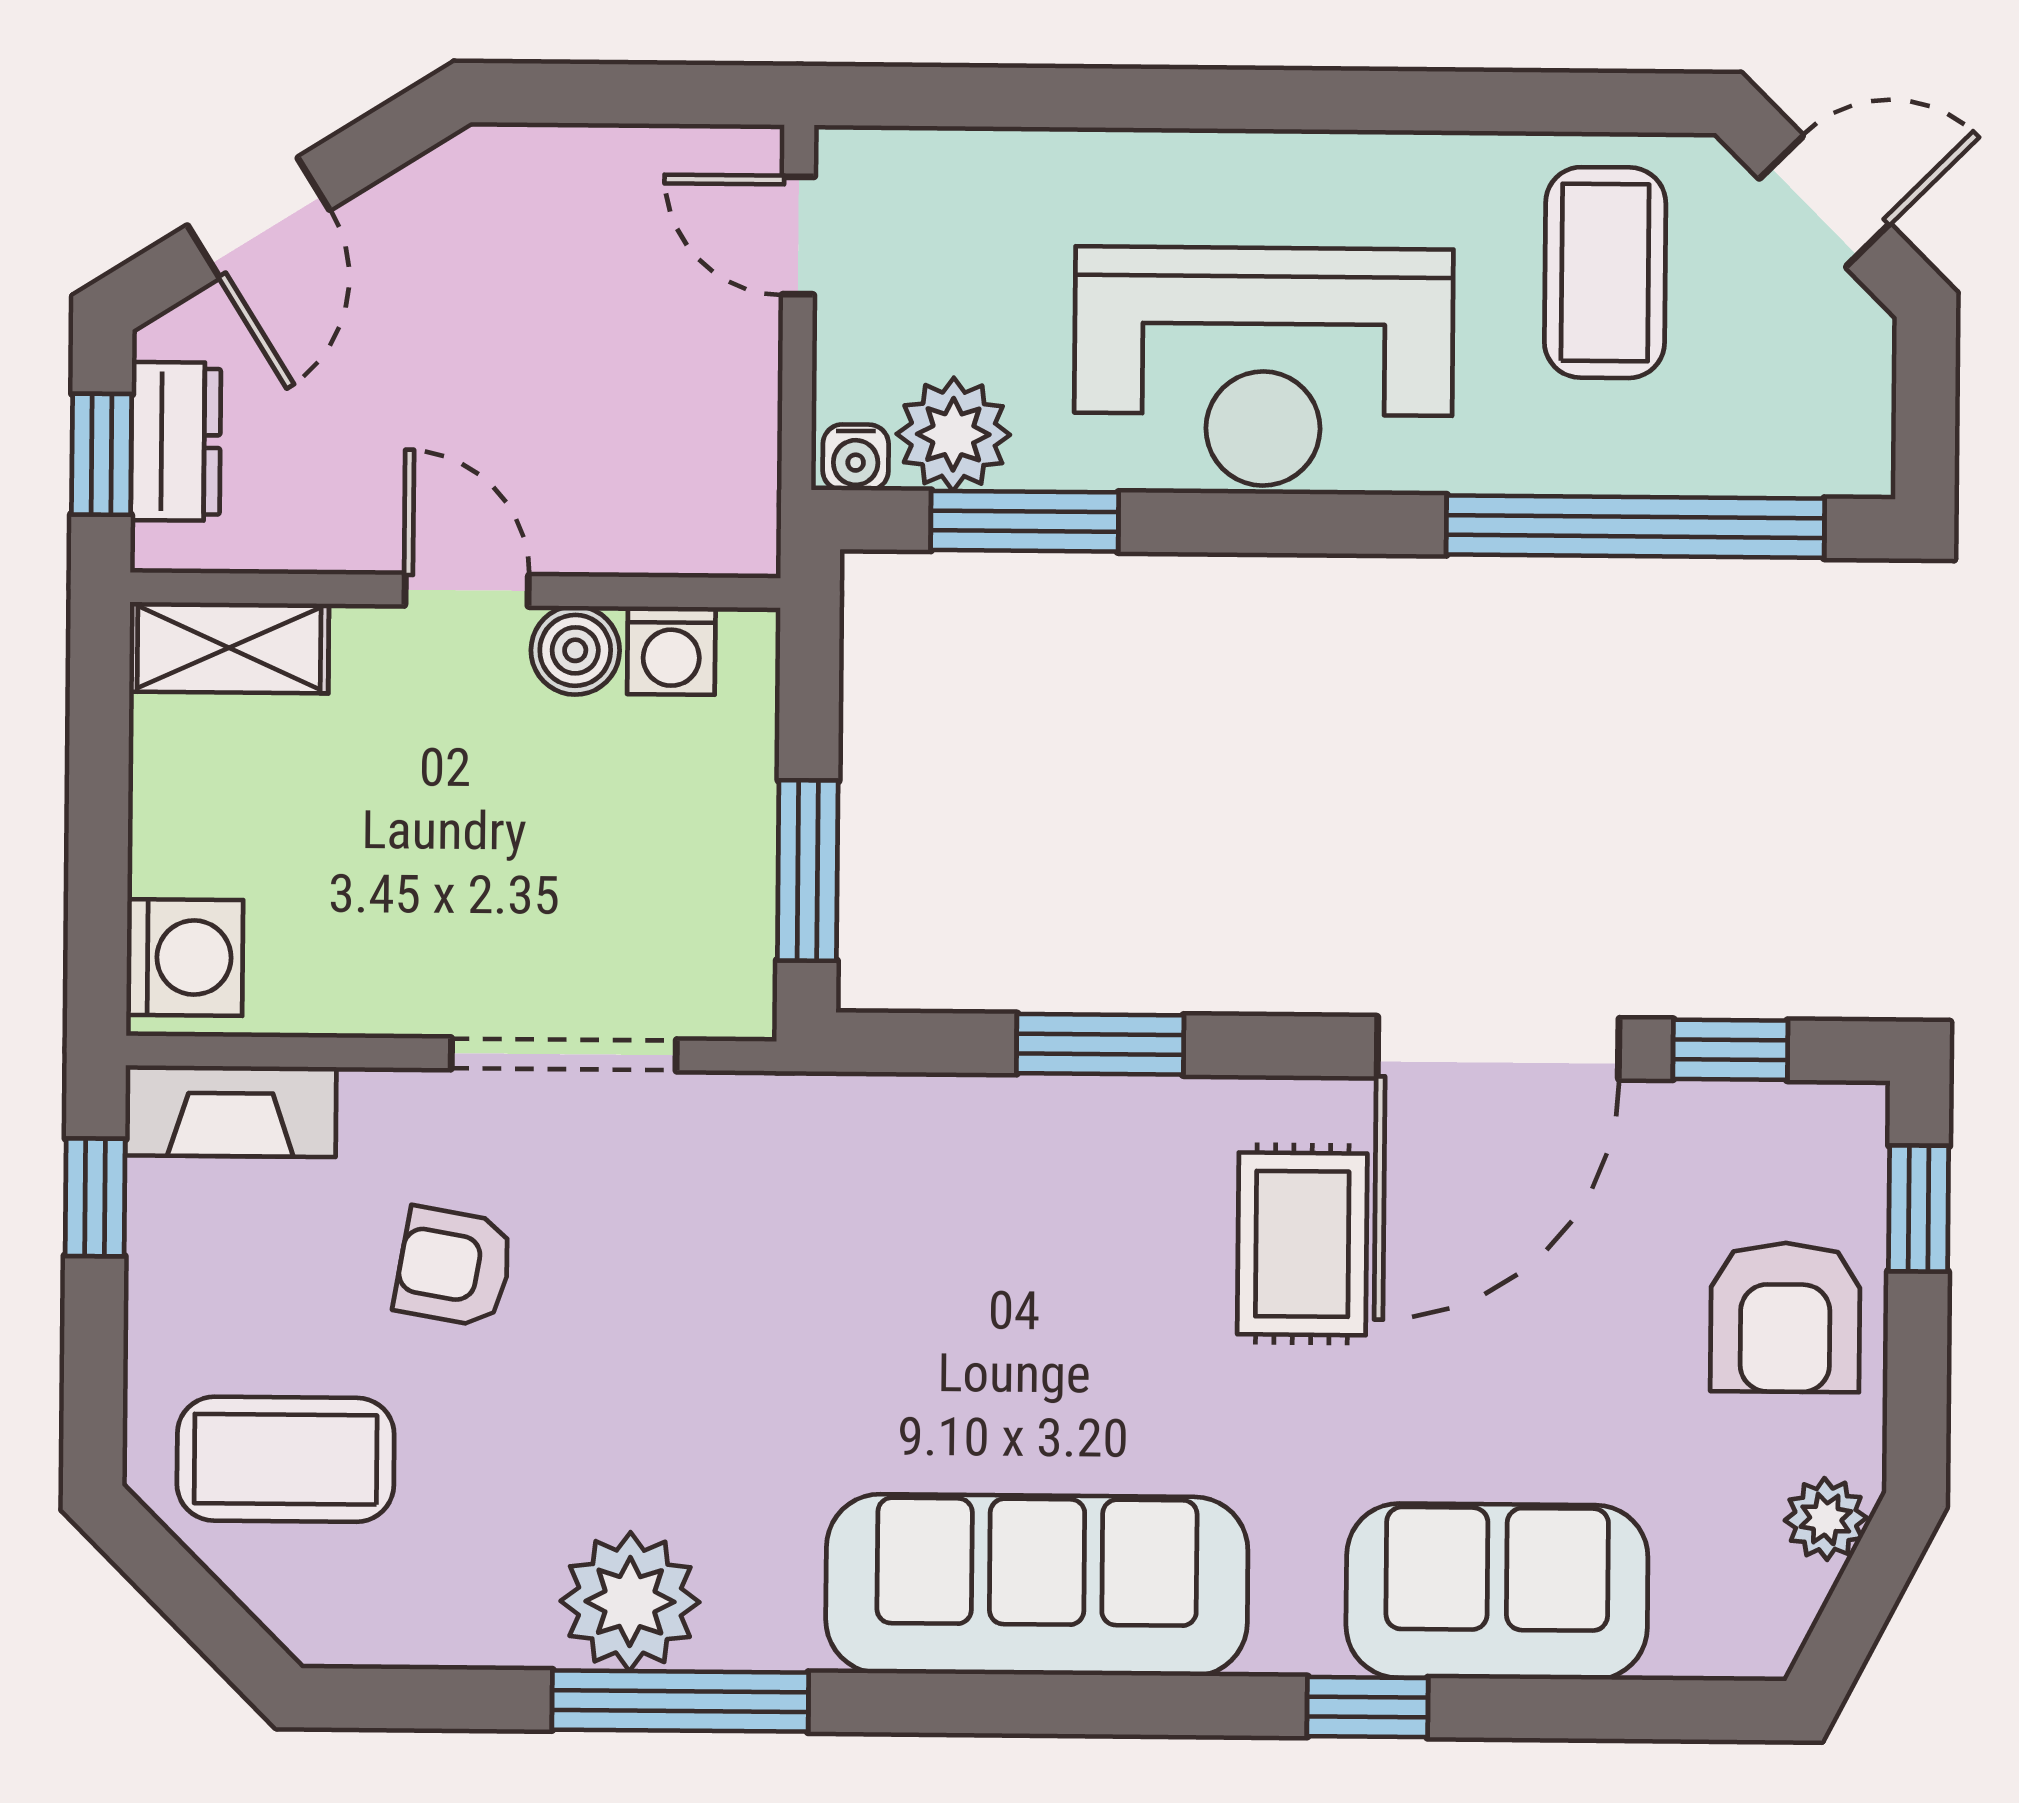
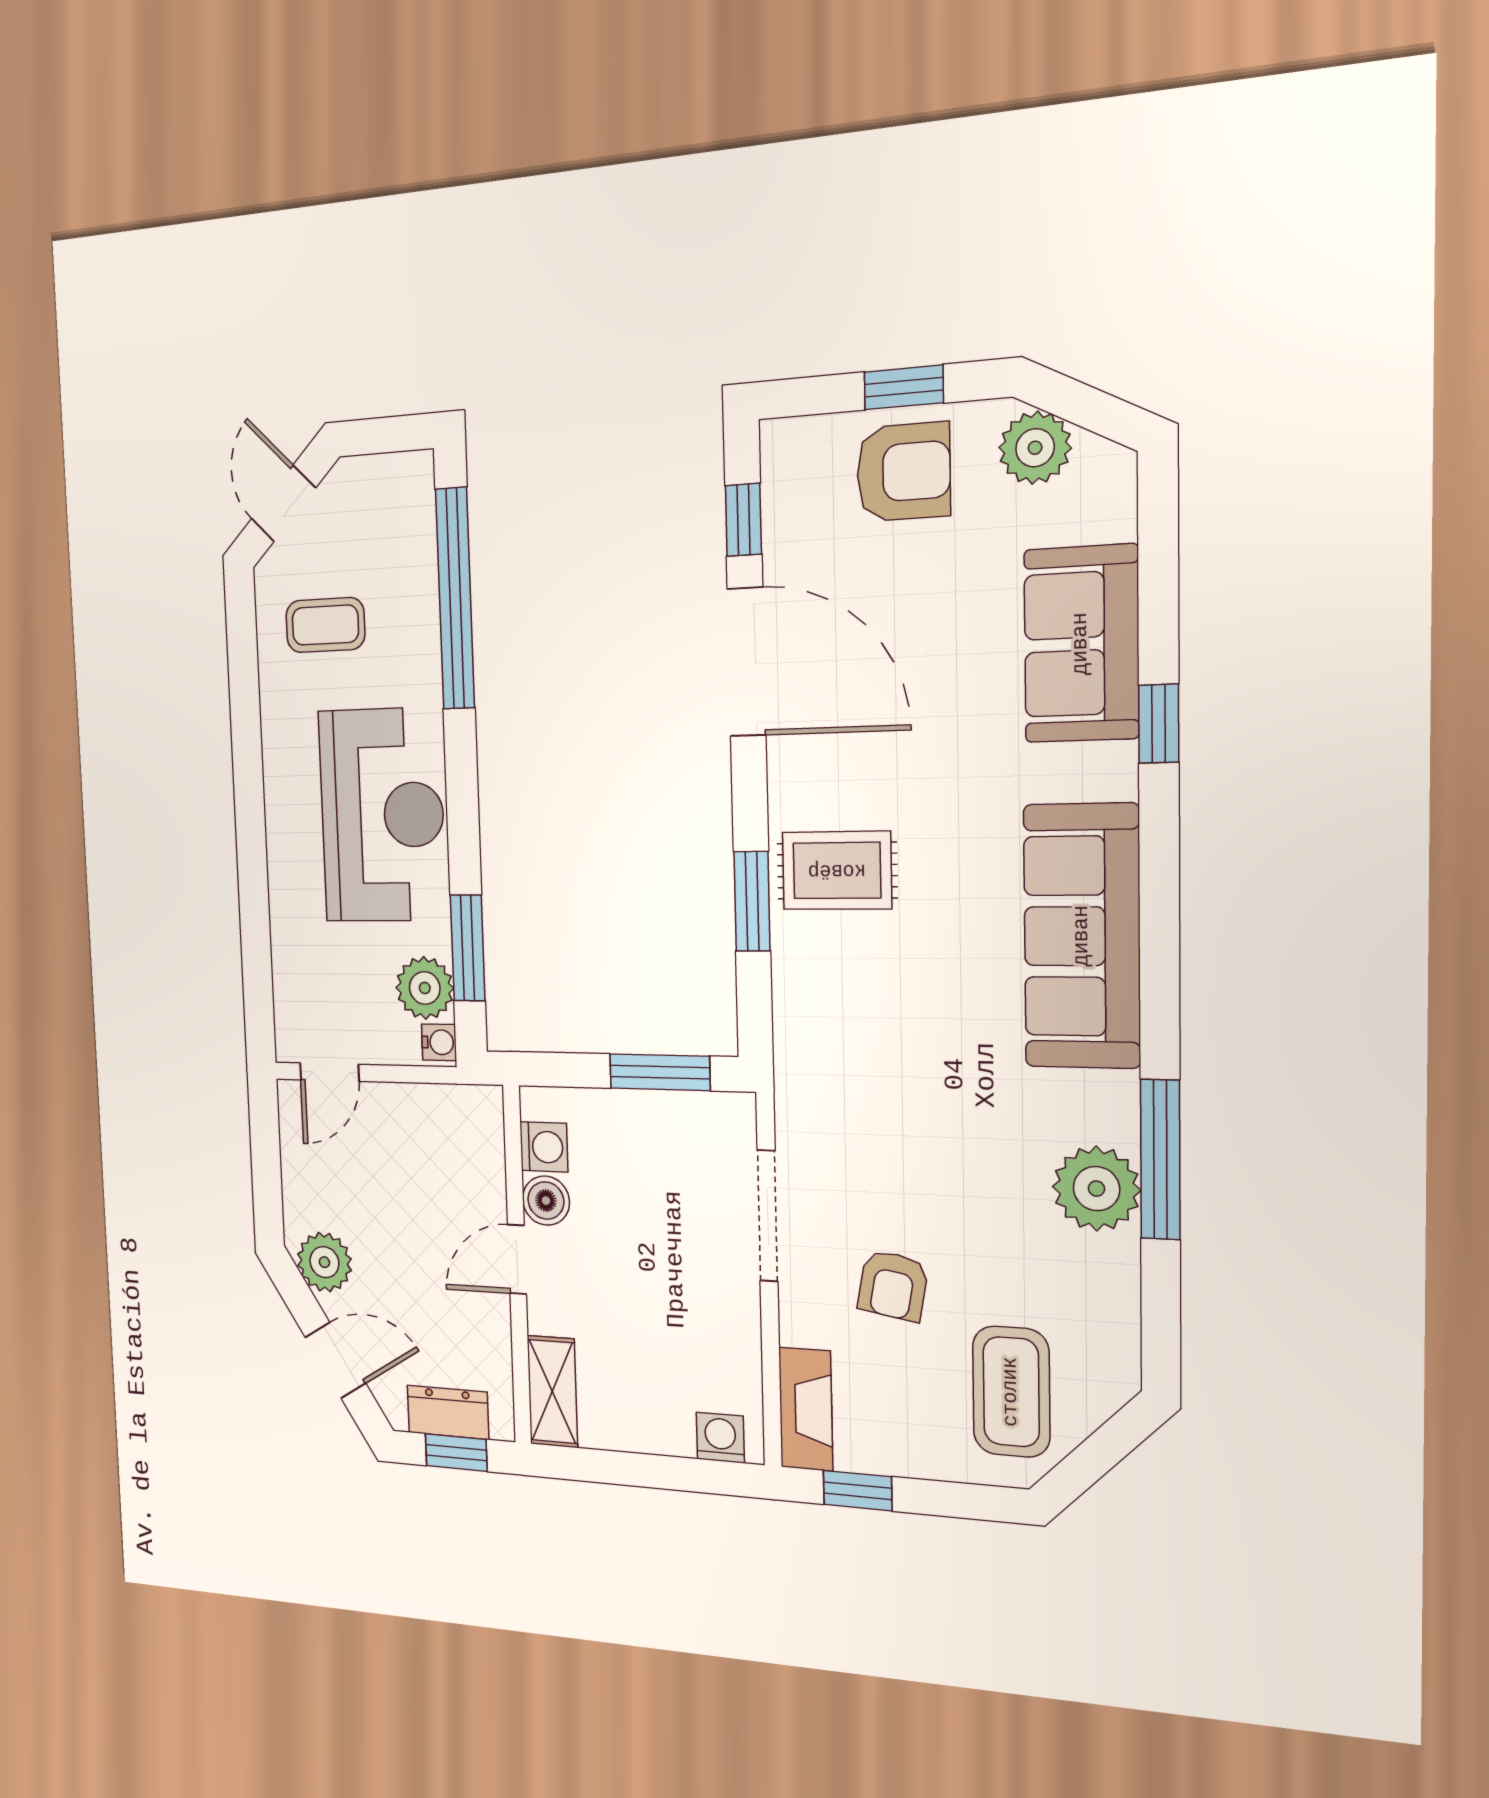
plant: (443, 205) -> (324, 1262), added
coffee table: (1605, 273) -> (325, 625), width x0.73, depth x0.77
washing machine: (185, 957) -> (720, 1438), width x0.73, depth x0.73
window: (1919, 1208) -> (904, 387), moved
rug: (1302, 1244) -> (837, 870), moved
plant: (1826, 1519) -> (1035, 448), width x1.38, depth x1.38

